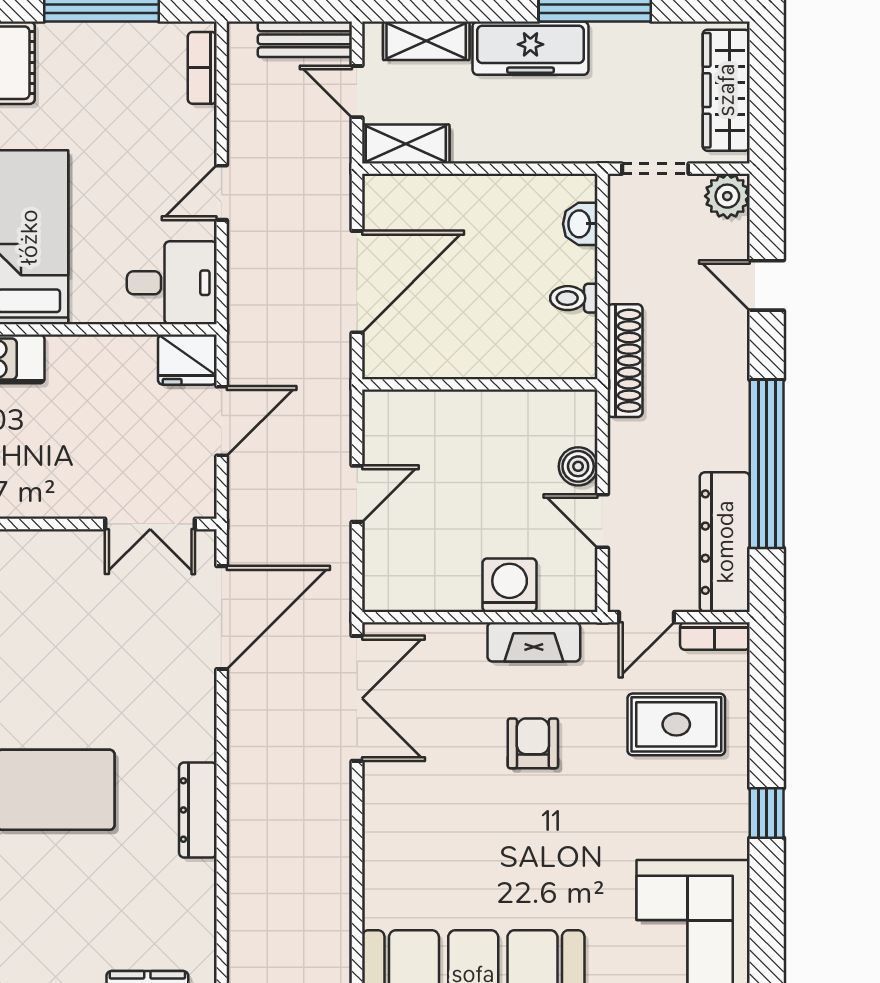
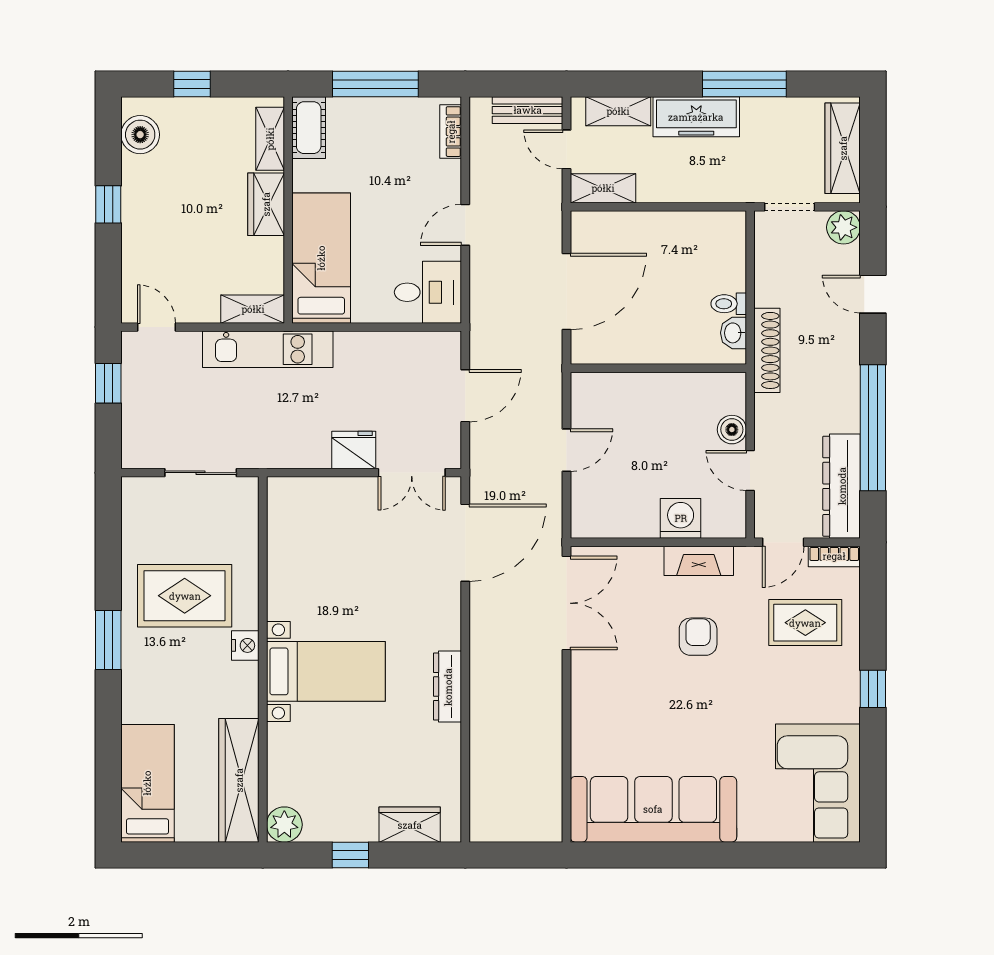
washbasin: (580, 224) -> (733, 333), moved
fridge: (187, 360) -> (354, 450), moved, turned 180

